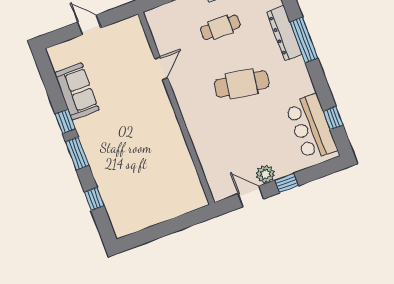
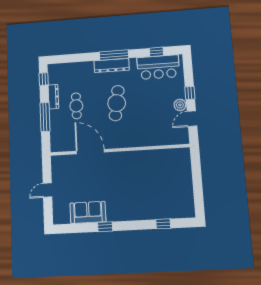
dresser: (284, 33) -> (112, 65), moved
window: (304, 40) -> (114, 55), moved
door: (161, 68) -> (90, 152), width x1.88
window: (77, 153) -> (129, 225), removed

